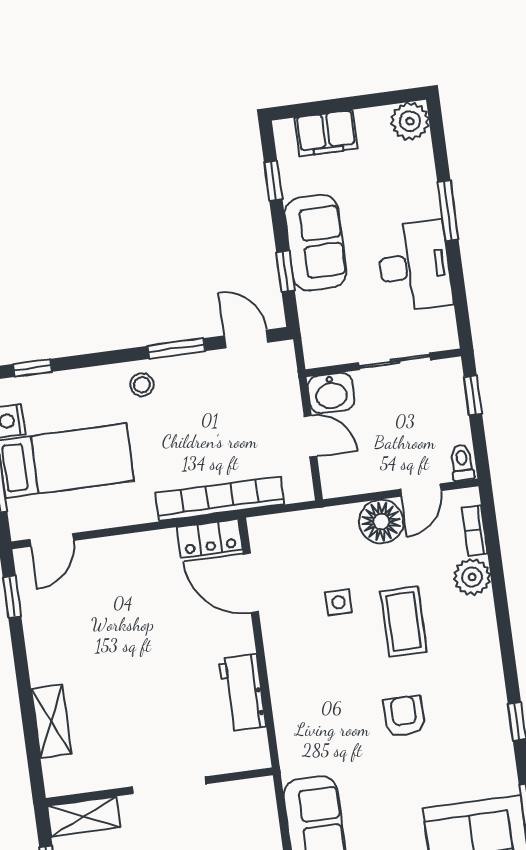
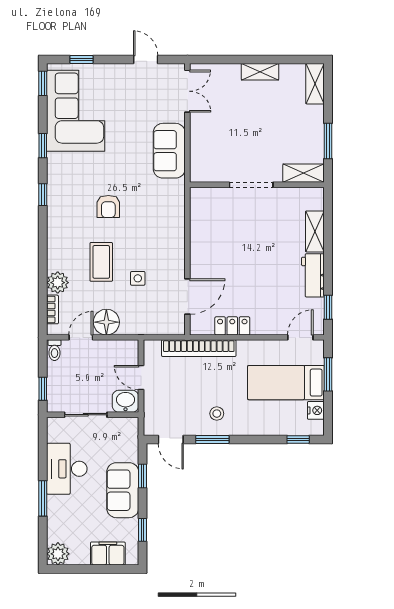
stool: (142, 385) -> (217, 414), moved
locker: (210, 538) -> (232, 326), moved
door: (251, 583) -> (187, 297), hinge flipped
workbench: (242, 692) -> (313, 275), moved, turned 180

